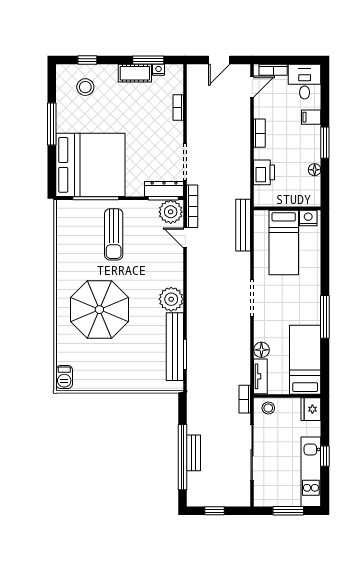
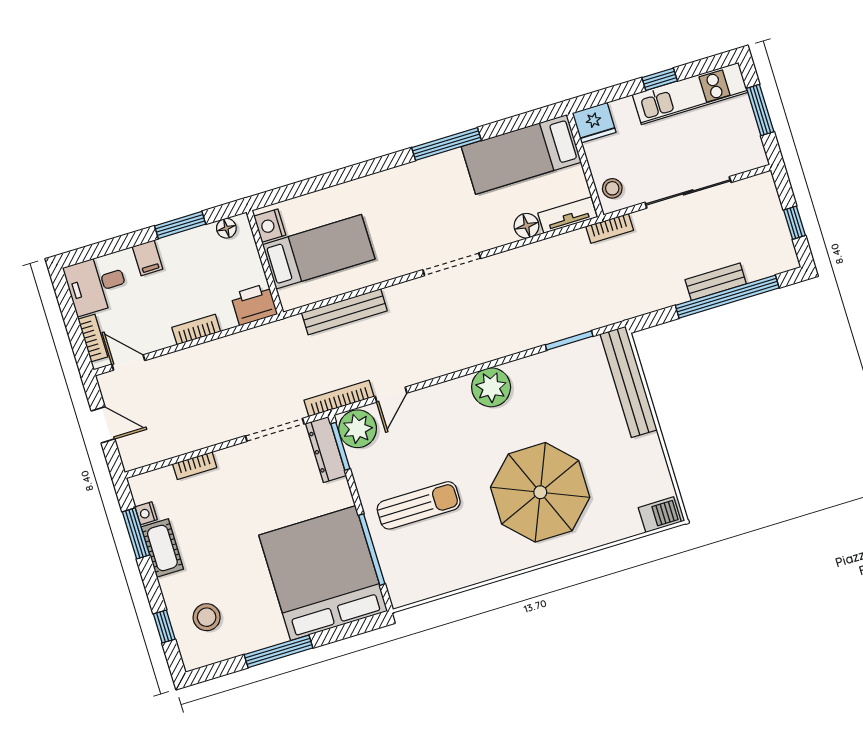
wall: (287, 208) -> (265, 262), moved
nightstand: (308, 218) -> (270, 226), moved
bed: (284, 242) -> (319, 252), moved
bench: (175, 347) -> (629, 382), moved, turned 90

